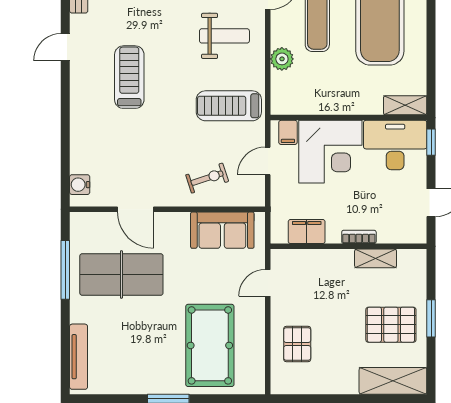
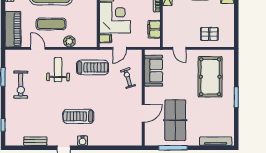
treadmill: (229, 106) -> (92, 67), turned -90
door: (268, 161) -> (120, 48), hinge flipped
water cooler: (80, 185) -> (83, 141), moved
pool table: (210, 345) -> (210, 77), turned 90

